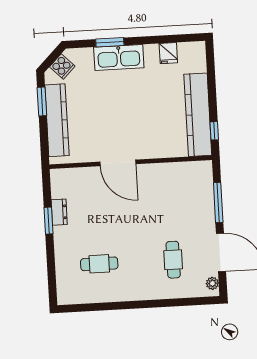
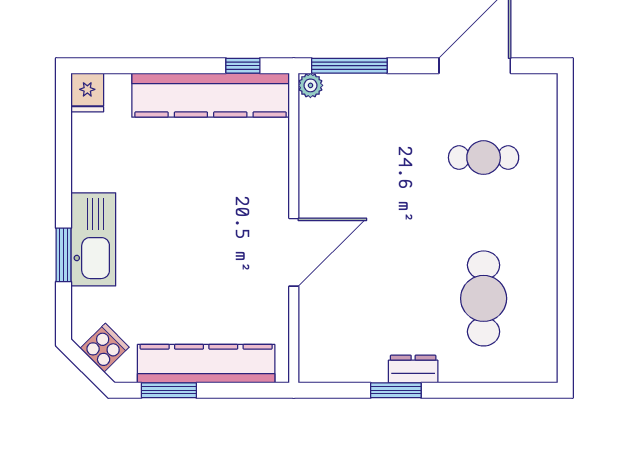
fridge: (168, 53) -> (87, 93), moved, turned 90
window: (218, 203) -> (349, 66), moved
dresser: (59, 212) -> (413, 369), moved
cafe table: (99, 264) -> (484, 298), width x1.37, depth x1.35
plant: (212, 283) -> (310, 85), moved

